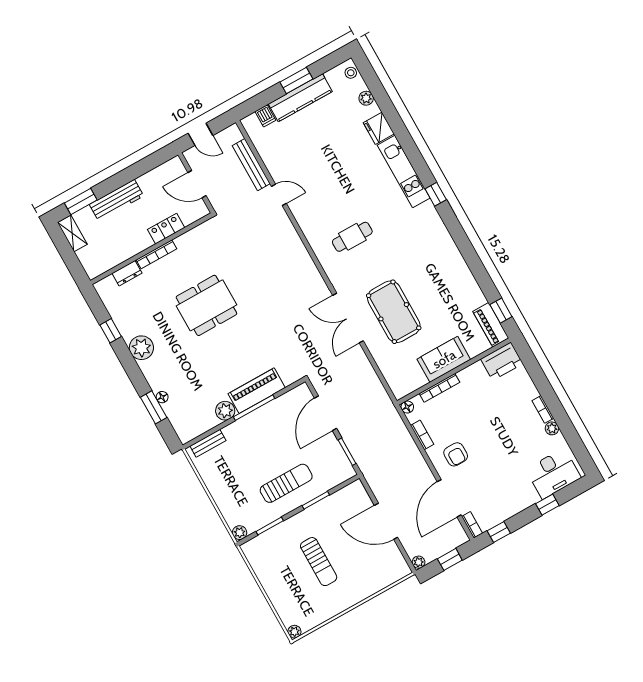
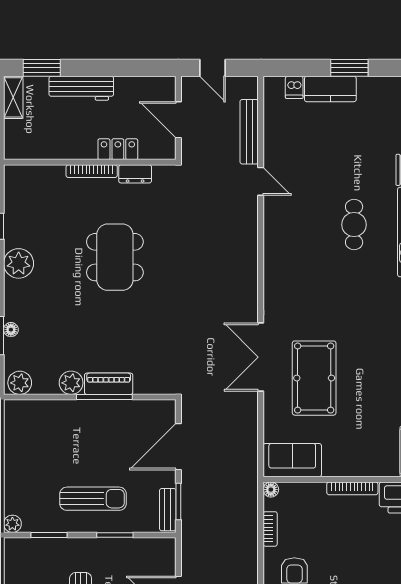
kitchen counter: (300, 98) -> (330, 89), width x0.67
cafe table: (352, 237) -> (354, 225), moved, turned 90
dresser: (127, 273) -> (135, 174), moved
dining table: (206, 305) -> (115, 257), turned 90
sofa: (444, 359) -> (292, 460), moved
bookcase: (439, 388) -> (352, 488), moved
piano: (257, 391) -> (109, 384), width x0.73, depth x0.75
plant: (189, 431) -> (20, 383), added
bench: (208, 443) -> (168, 510), moved, turned 90

